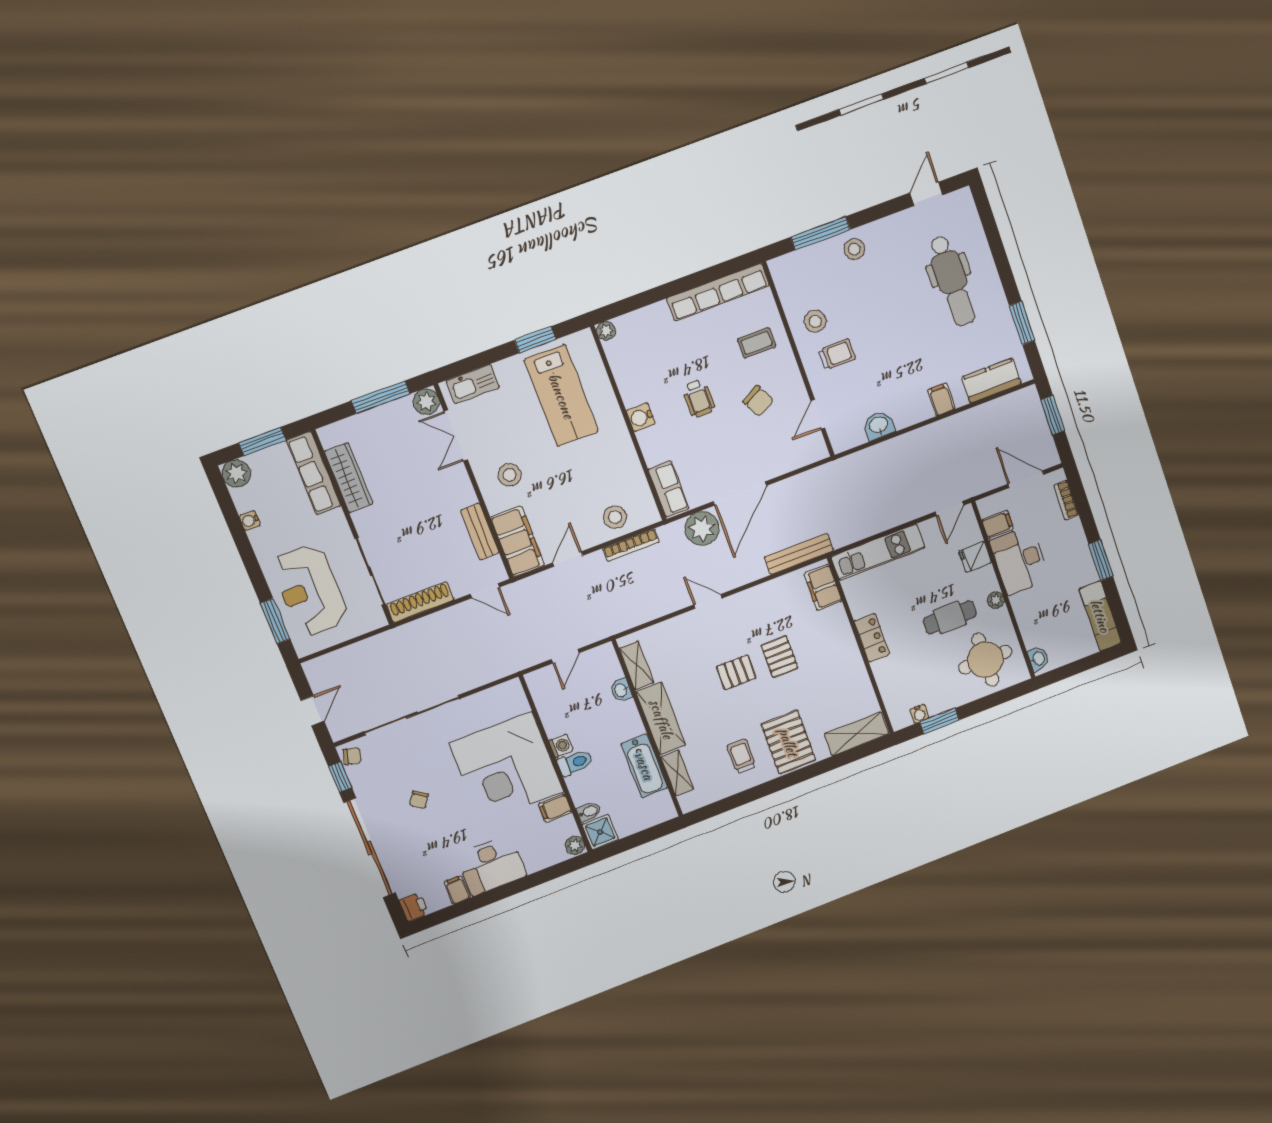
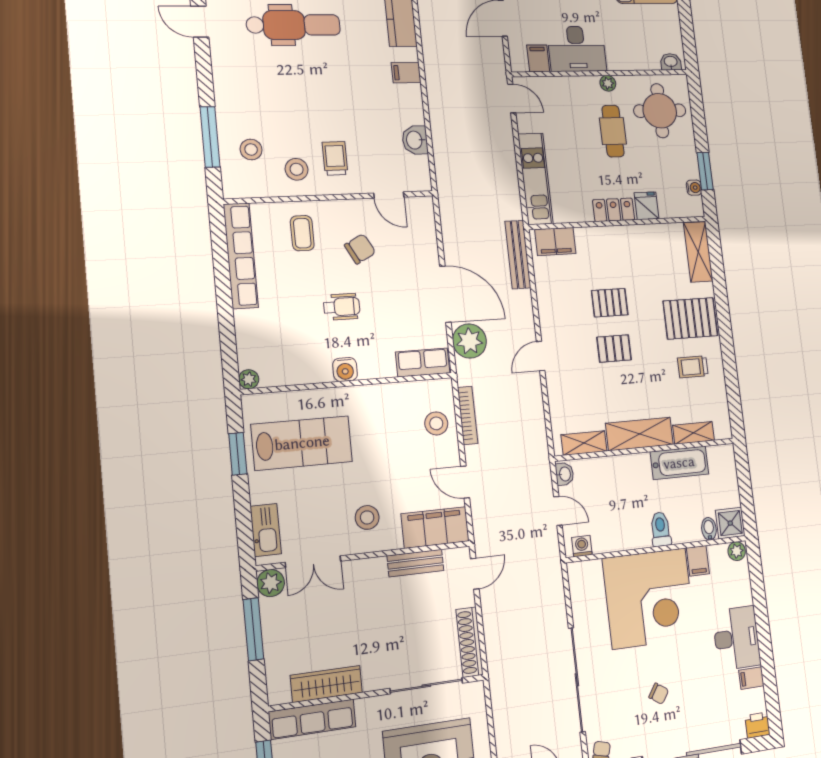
stool: (854, 249) -> (251, 149), moved
fridge: (975, 557) -> (646, 206), moved, turned 180
pallet: (736, 672) -> (614, 349), turned 90
washbasin: (621, 690) -> (565, 474), moved, turned -90
washing machine: (561, 746) -> (582, 546), moved

